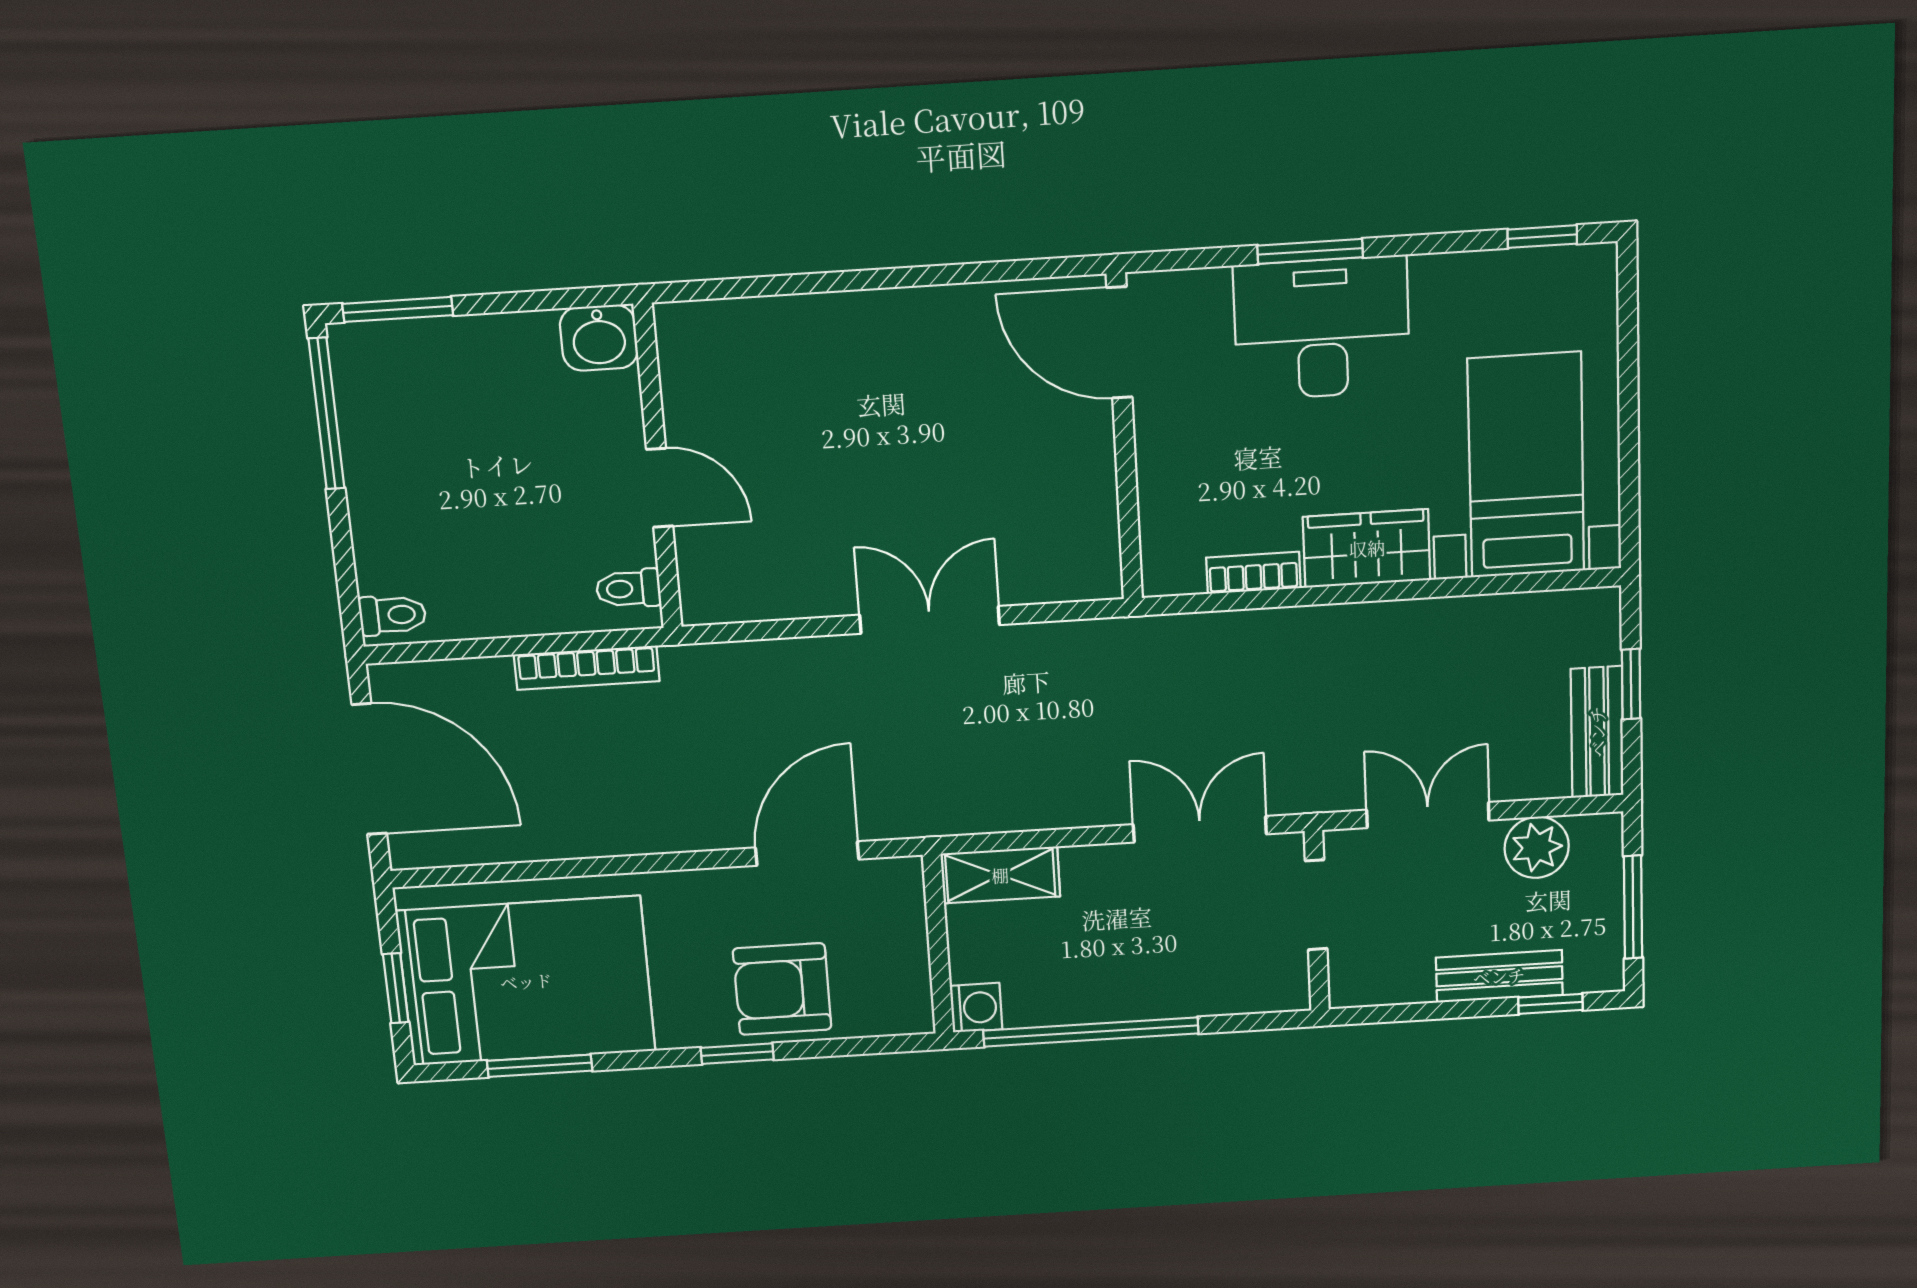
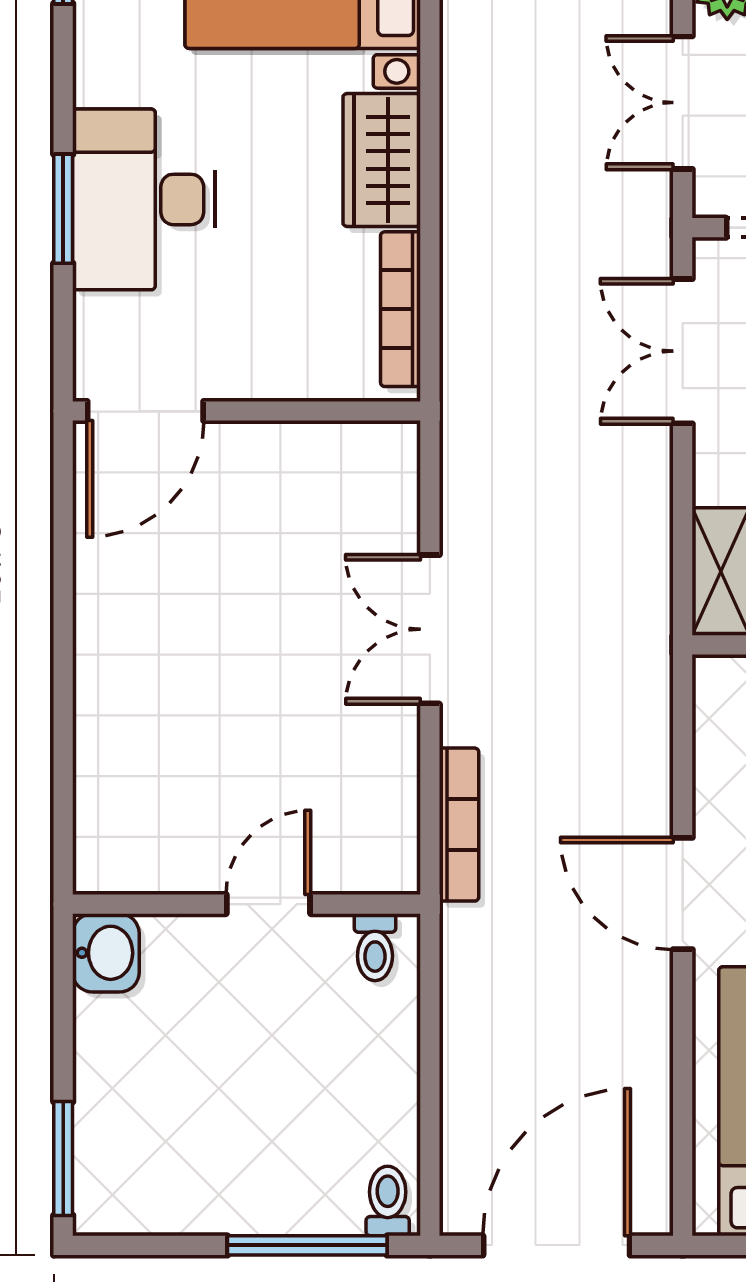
window: (326, 414) -> (307, 1245), moved
bookcase: (1253, 573) -> (400, 309), width x1.56
bookcase: (587, 668) -> (459, 825), moved
door: (807, 853) -> (683, 893), moved

